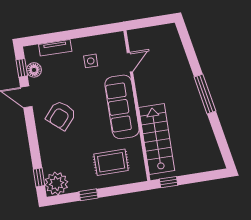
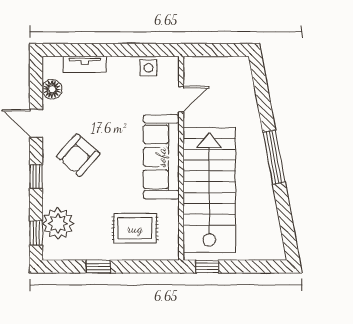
side table: (91, 61) -> (149, 68), moved
window: (22, 68) -> (36, 177), moved
stairs: (157, 139) -> (209, 190), width x1.36, depth x1.51
plant: (56, 183) -> (58, 223), moved

